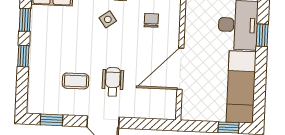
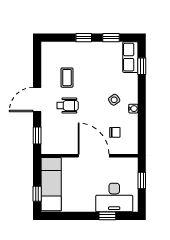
door: (180, 69) -> (94, 156), moved
exam couch: (241, 87) -> (51, 184), moved, turned 90
window: (52, 120) -> (37, 135), moved

